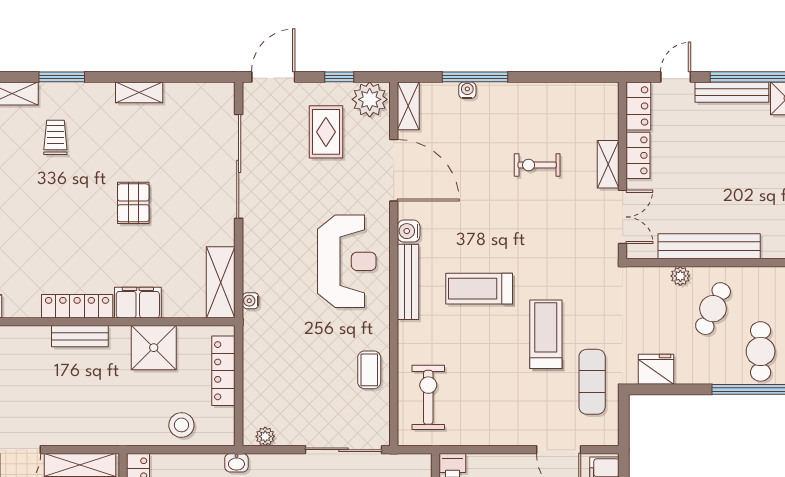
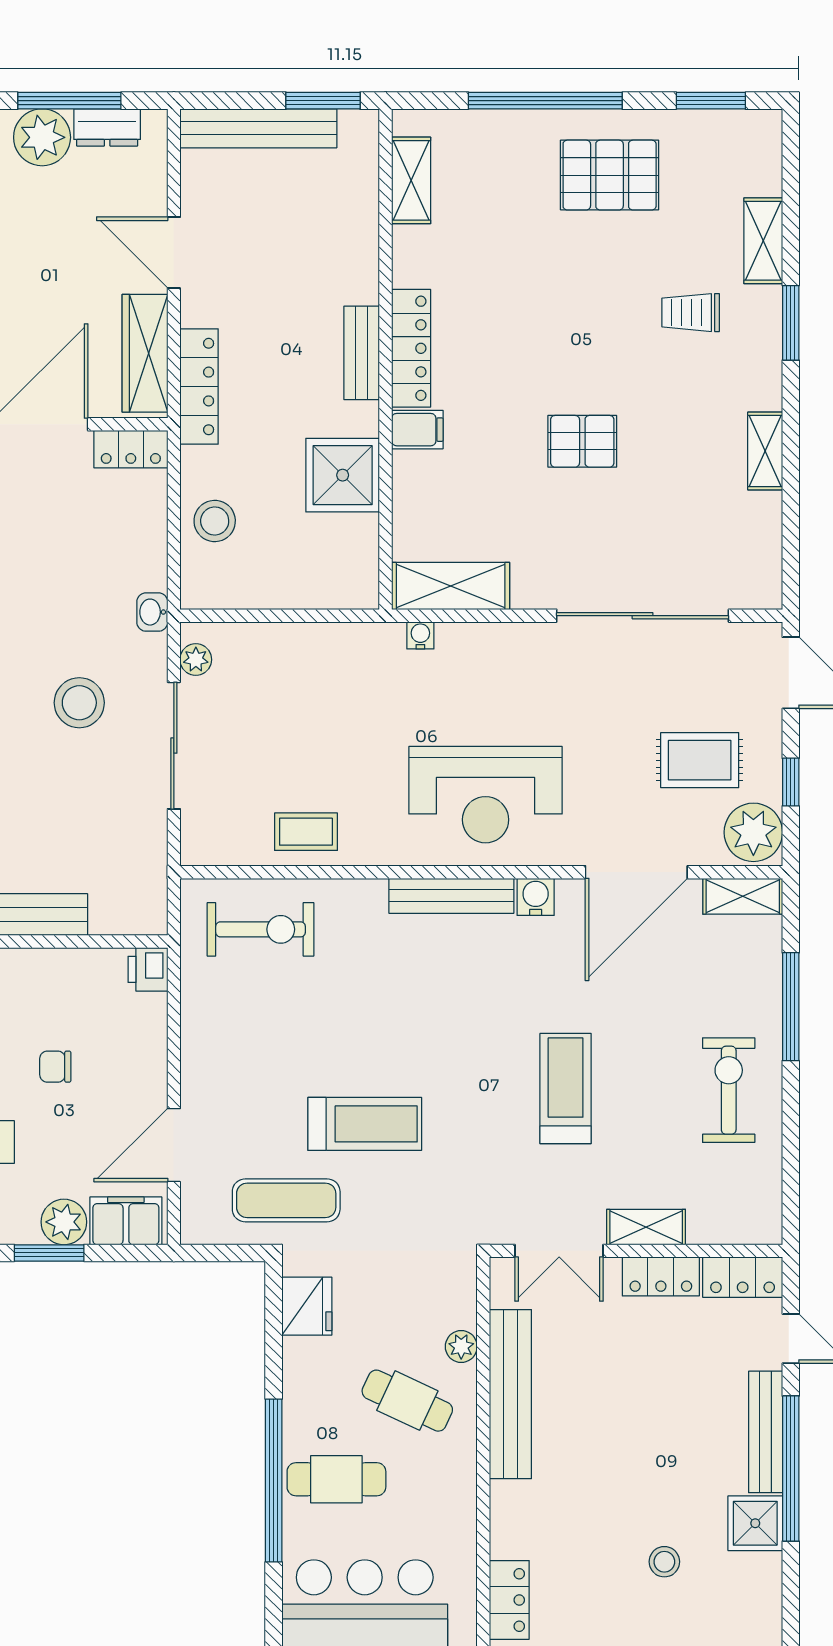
water cooler: (467, 90) -> (769, 994), removed
trolley: (55, 137) -> (691, 313), turned 180
exercise bike: (537, 165) -> (729, 1090), moved, width x1.38, depth x1.39
treadmill: (479, 289) -> (566, 1089), moved
filing cabinet: (138, 303) -> (417, 430), width x0.50
locker: (223, 371) -> (199, 387), moved, turned 90
sliding door: (344, 450) -> (174, 746), moved

